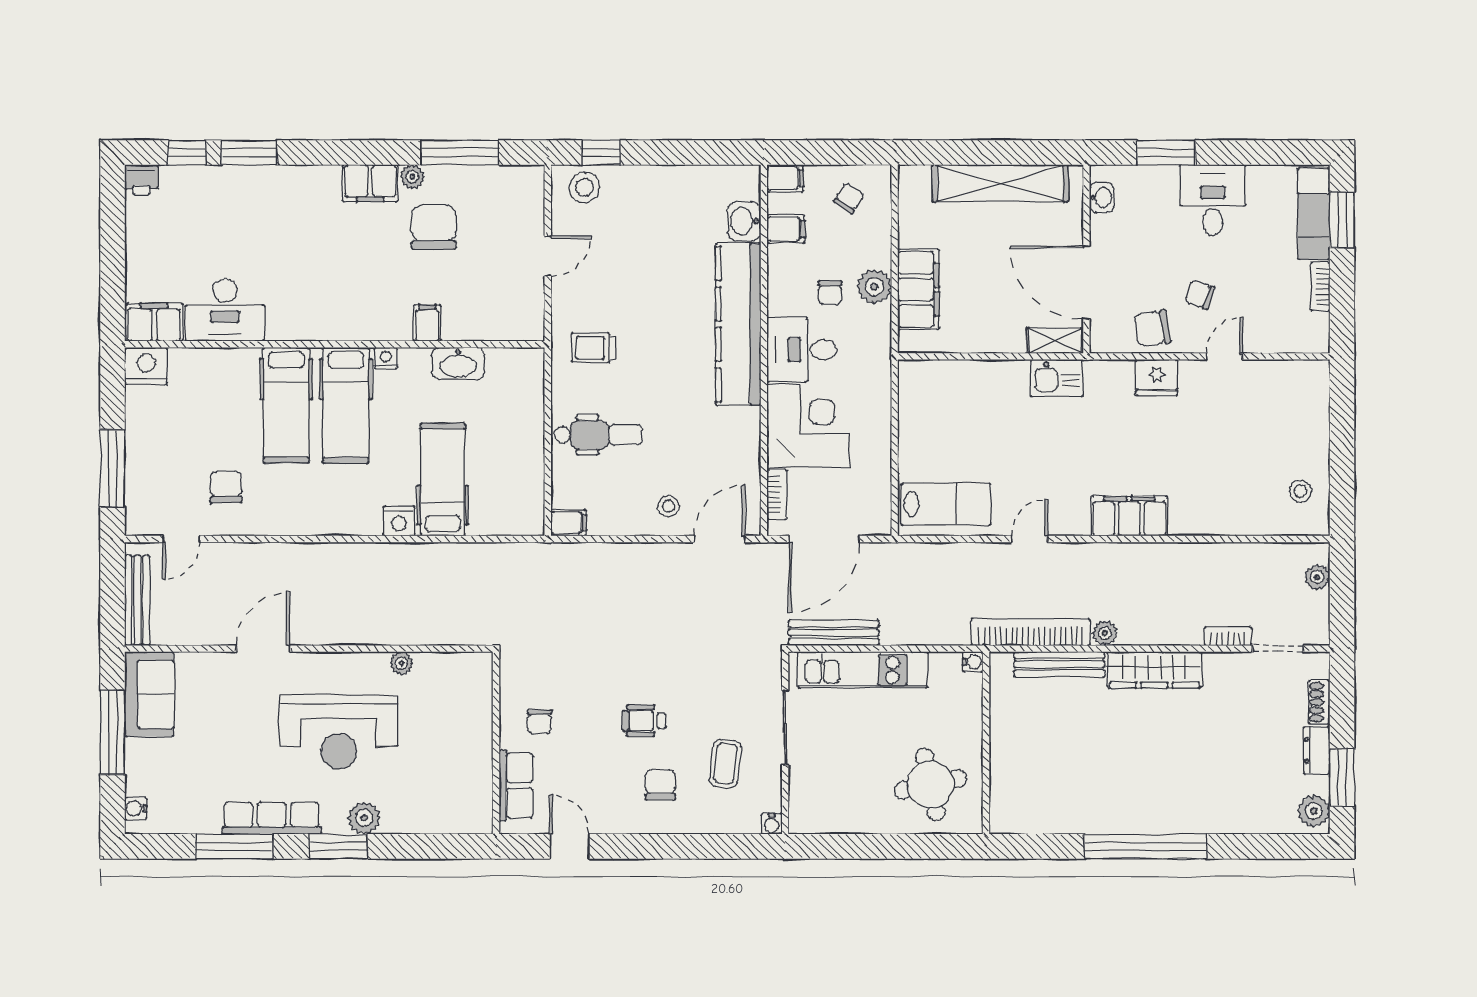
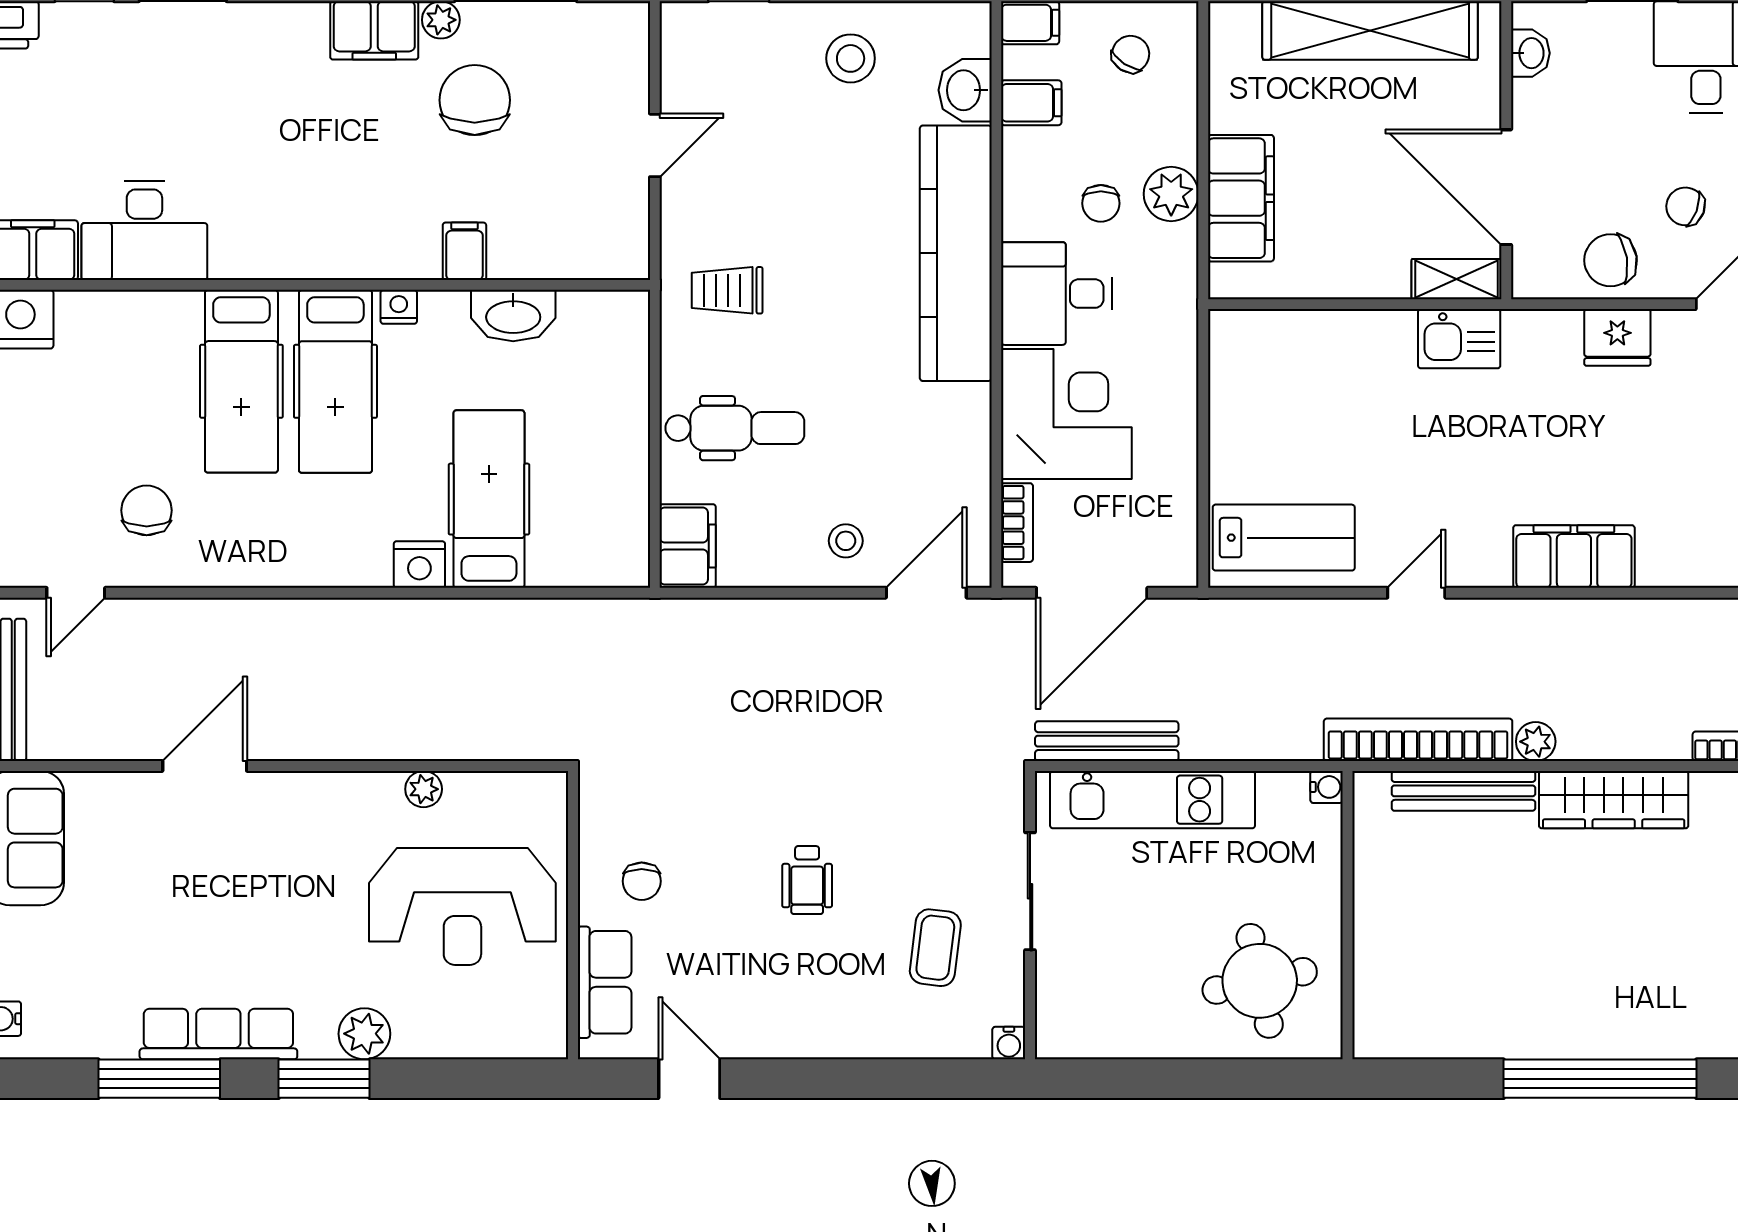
stool: (584, 188) -> (851, 58), moved
filing cabinet: (569, 523) -> (688, 546), width x2.00
wheelchair: (644, 721) -> (807, 880), turned -90
reception desk: (339, 732) -> (462, 906), moved
chair: (660, 785) -> (833, 981), removed

